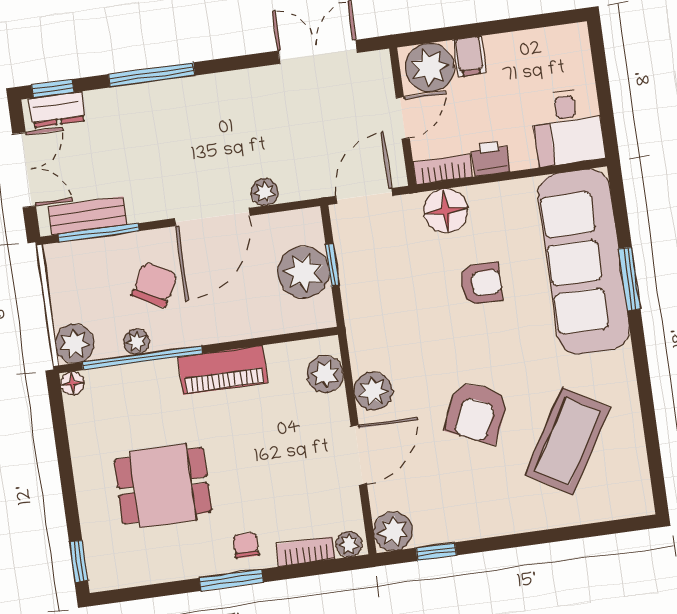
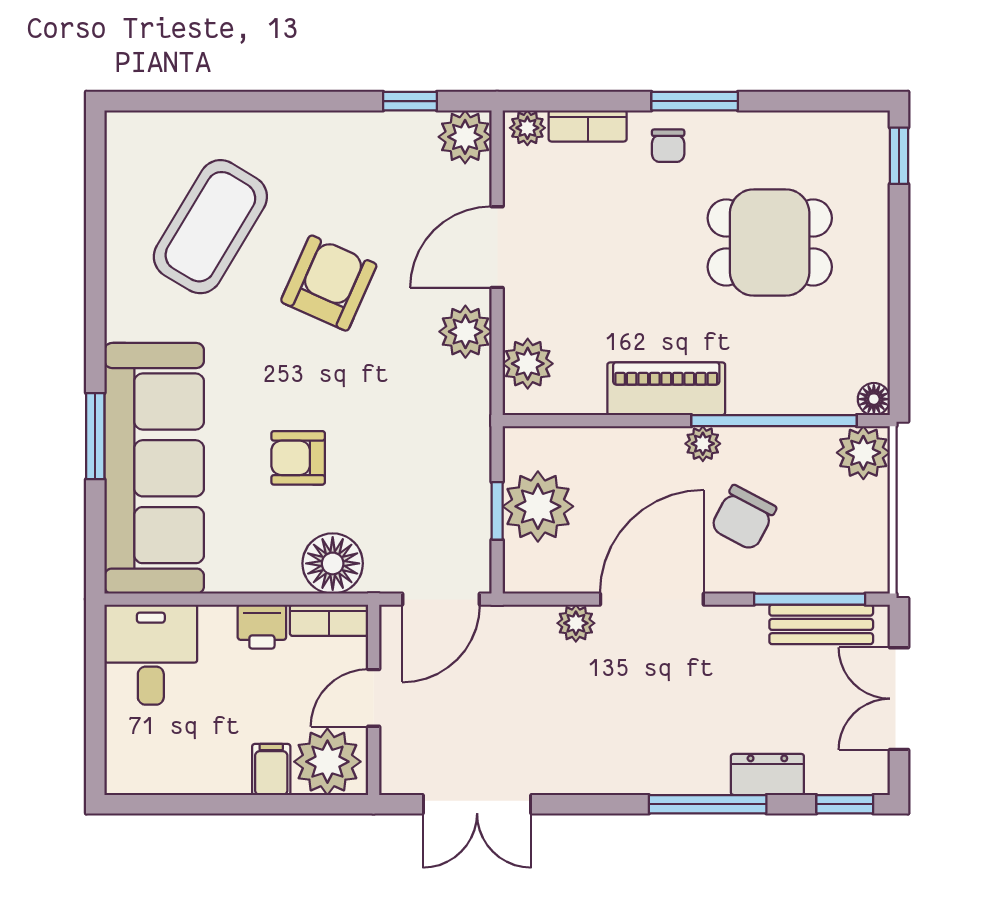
dresser: (57, 110) -> (767, 774), moved
plant: (137, 342) -> (703, 444), moved

